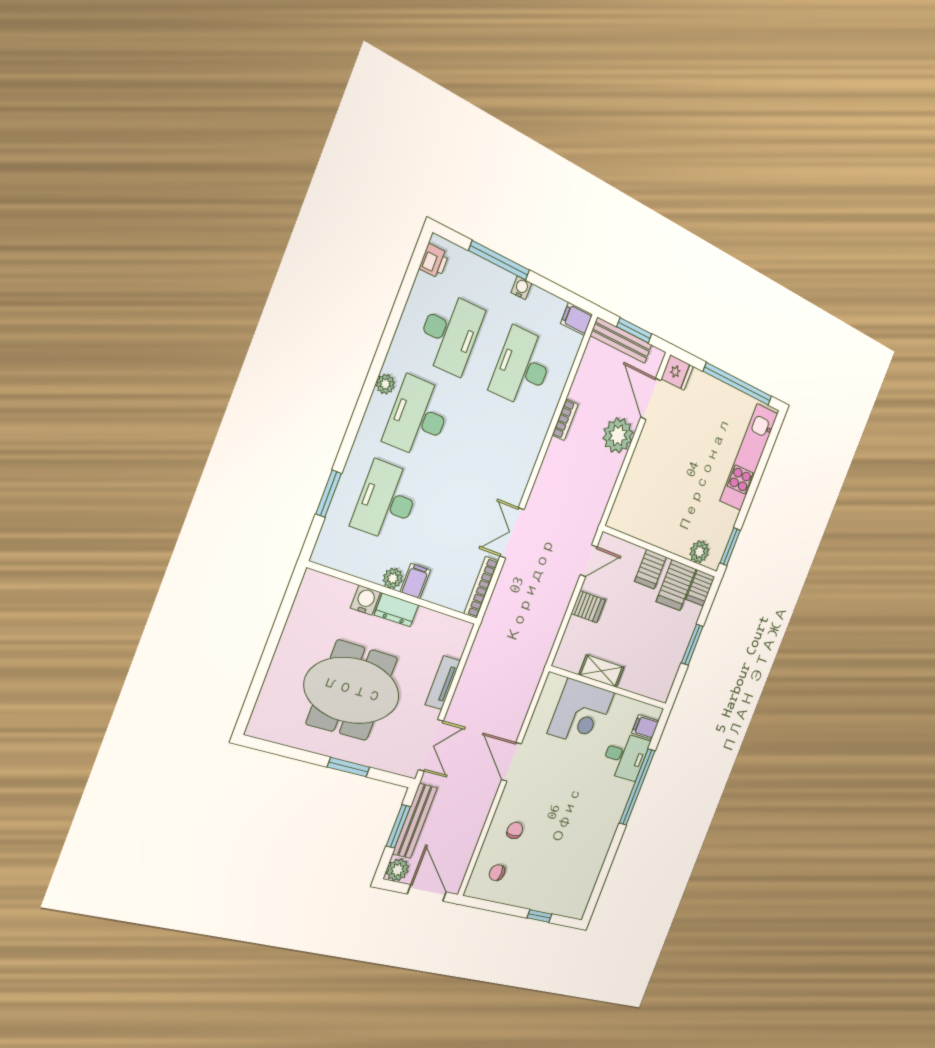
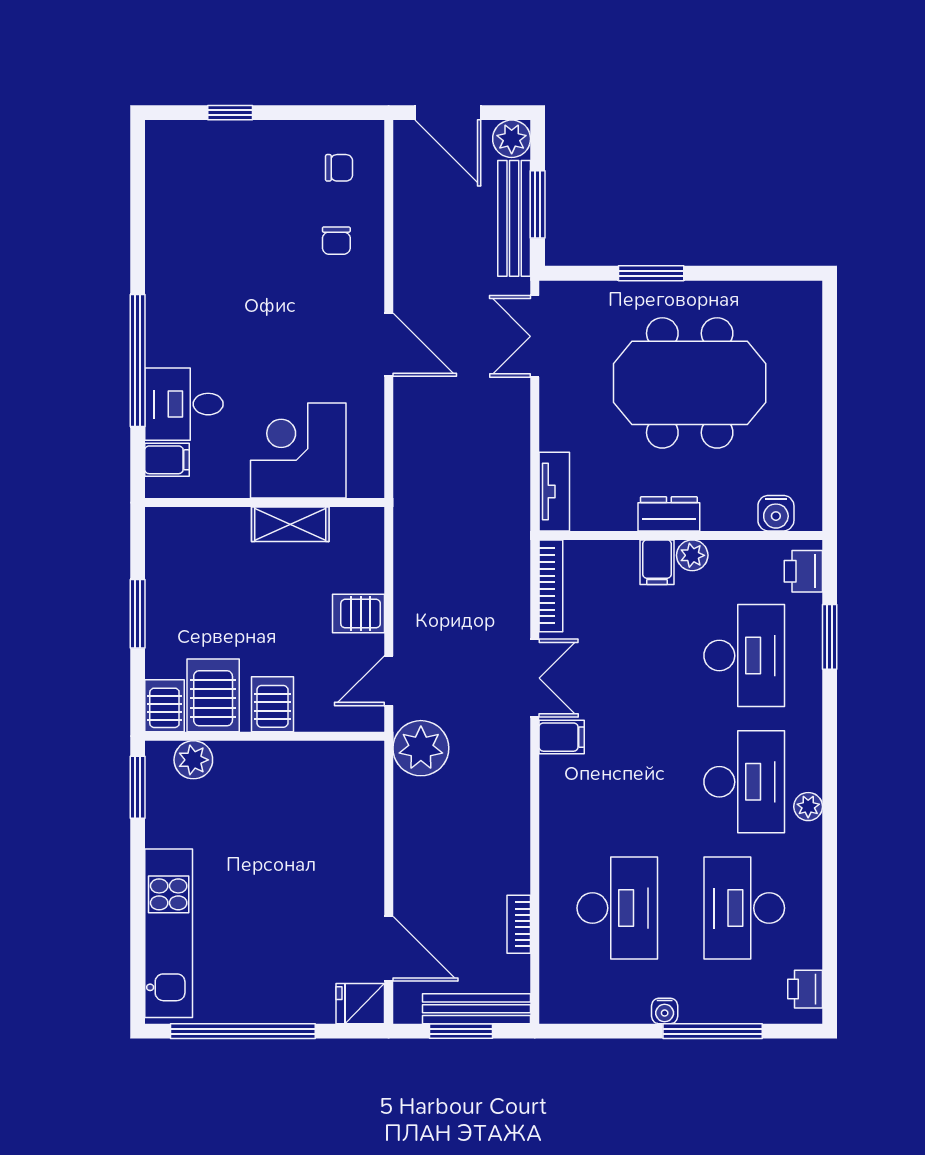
filing cabinet: (577, 319) -> (562, 737), moved
bookcase: (565, 420) -> (519, 924), moved
plant: (618, 435) -> (421, 748), moved
printer: (329, 544) -> (803, 571), added
water cooler: (366, 600) -> (776, 513), moved
tv unit: (443, 683) -> (554, 492), moved

